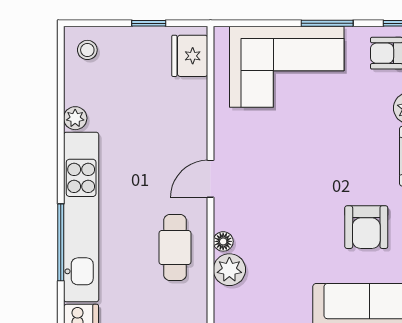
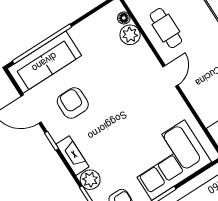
floor lamp: (223, 241) -> (124, 18), moved

